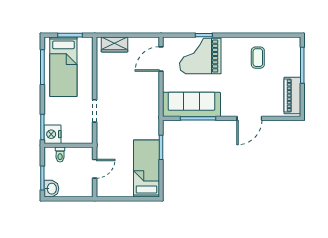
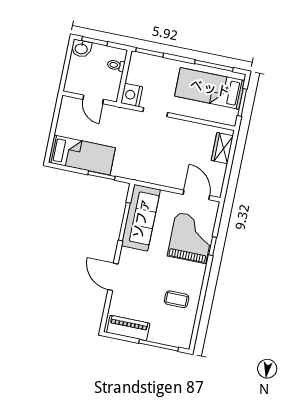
nightstand: (52, 134) -> (132, 95), moved, turned -90

